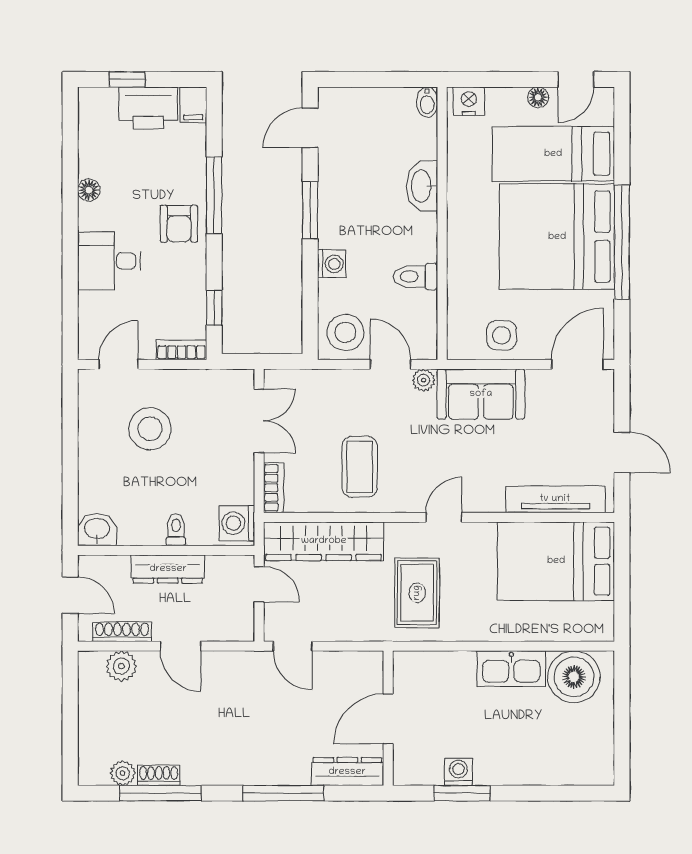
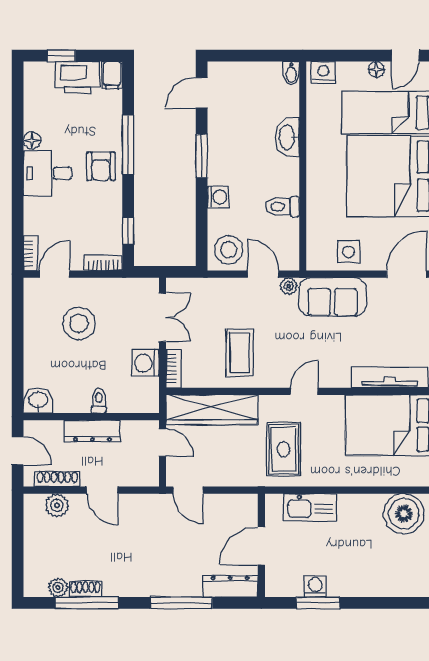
desk: (109, 261) -> (48, 173), moved
bookcase: (87, 337) -> (30, 253), added
washing machine: (237, 523) -> (145, 363), moved
kitchen sink: (511, 669) -> (310, 507), moved

